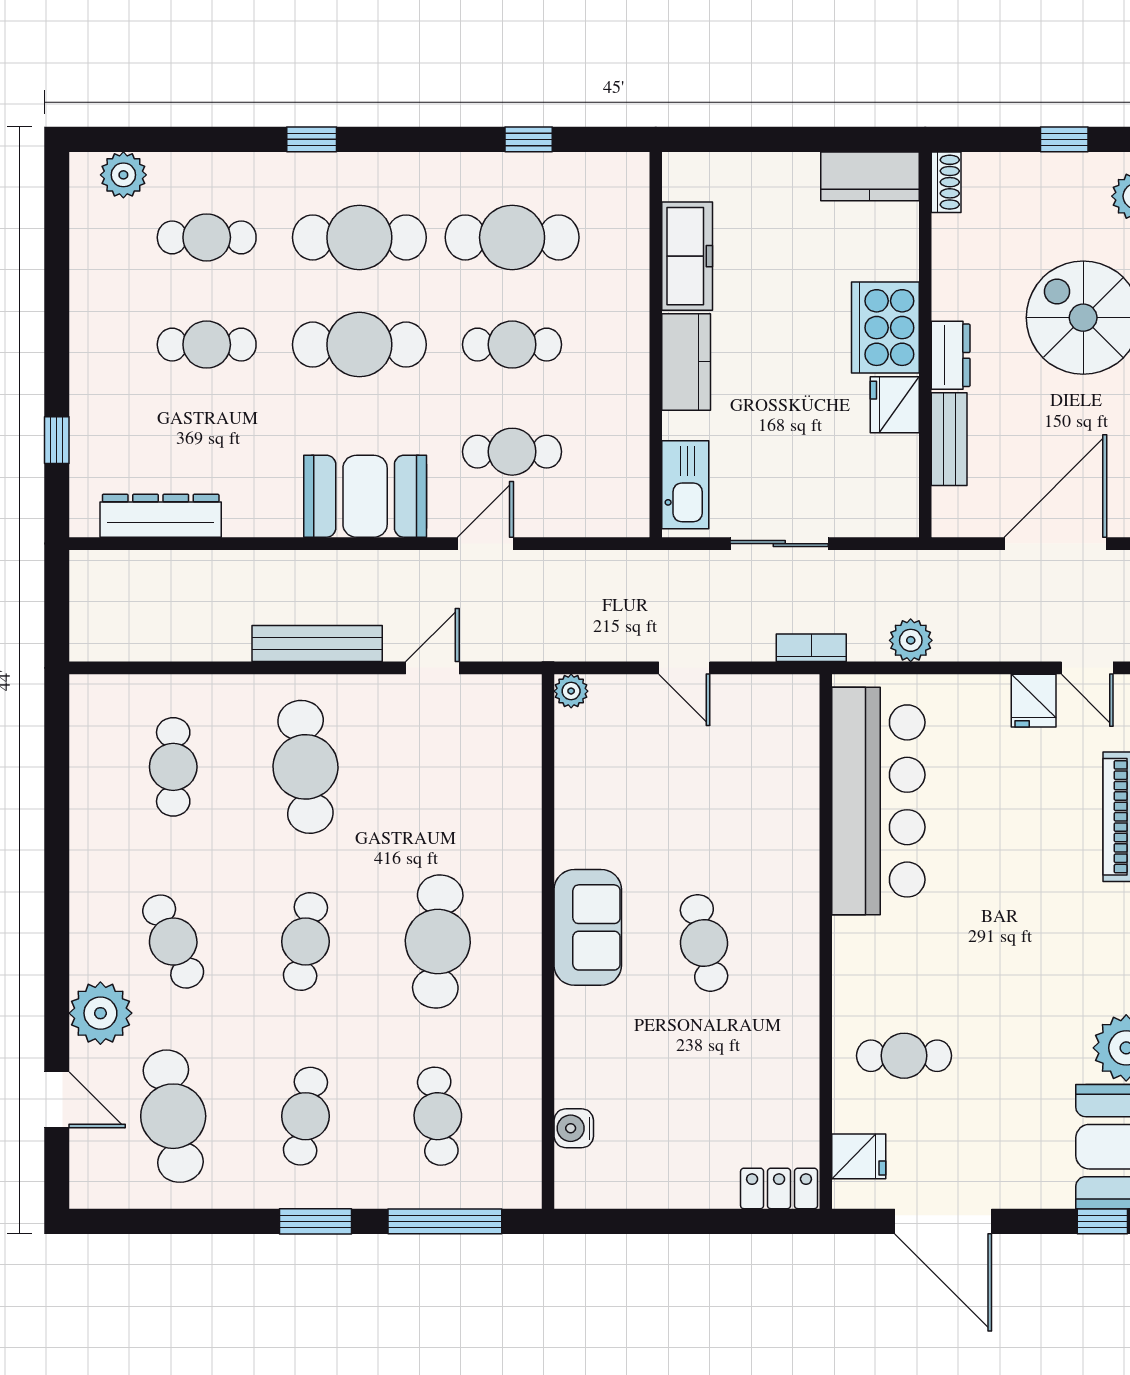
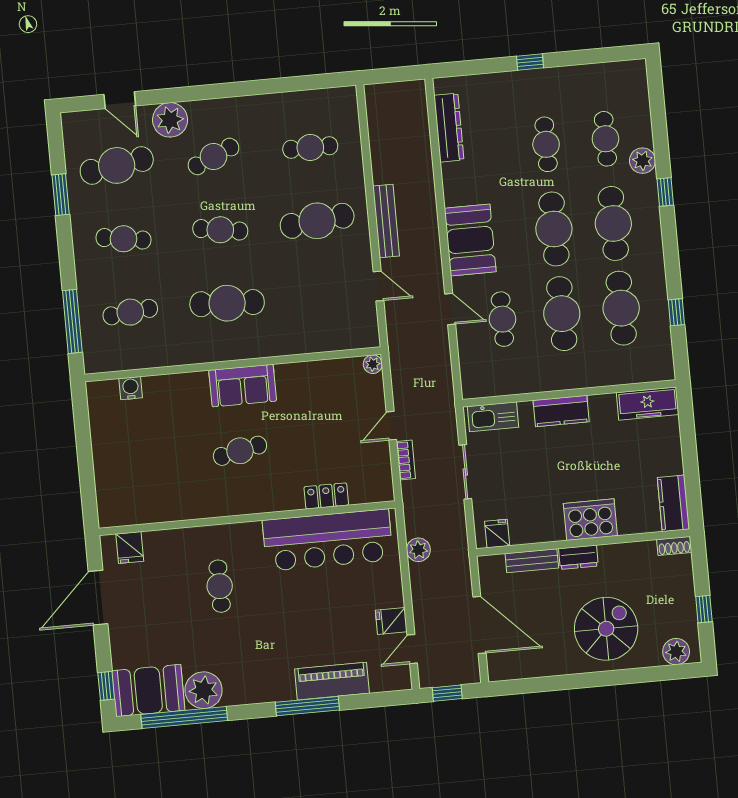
plant: (123, 175) -> (642, 161), moved
freezer: (687, 256) -> (648, 404), moved
cafe table: (512, 345) -> (562, 314), width x1.37, depth x1.35
fridge: (895, 405) -> (497, 534), moved, width x0.72
window: (57, 440) -> (530, 62), moved
bookcase: (811, 648) -> (406, 460), moved
cafe table: (904, 1056) -> (220, 586), moved
door: (57, 1100) -> (120, 100), hinge flipped
locker: (779, 1188) -> (326, 496), moved, turned -90
window: (315, 1221) -> (61, 195), moved

